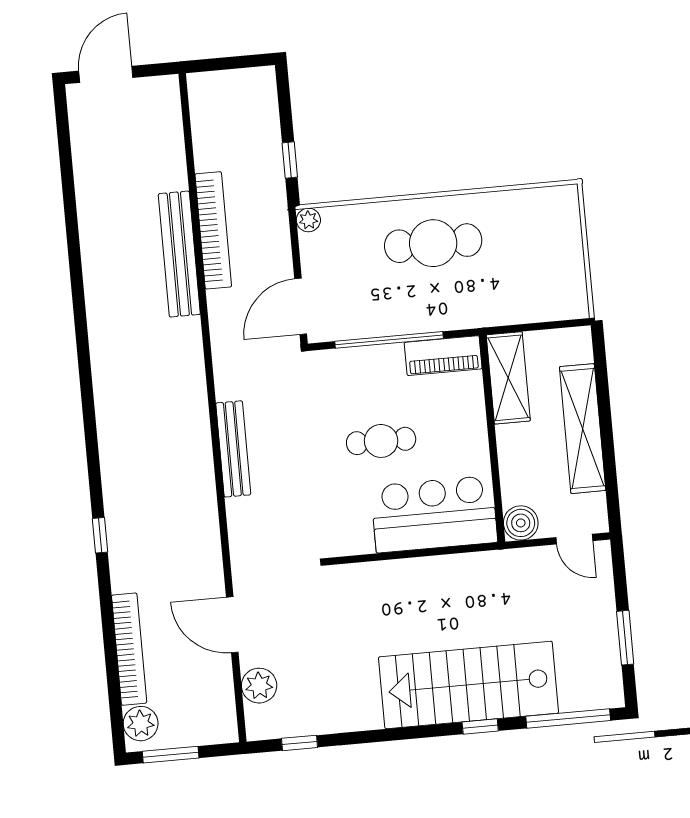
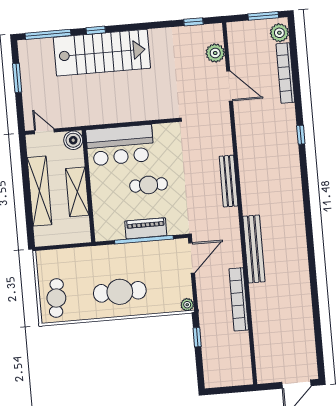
cafe table: (550, 231) -> (56, 298), added
bench: (179, 254) -> (254, 249), moved
piano: (443, 356) -> (146, 228), moved
shelving: (508, 378) -> (77, 192), moved

